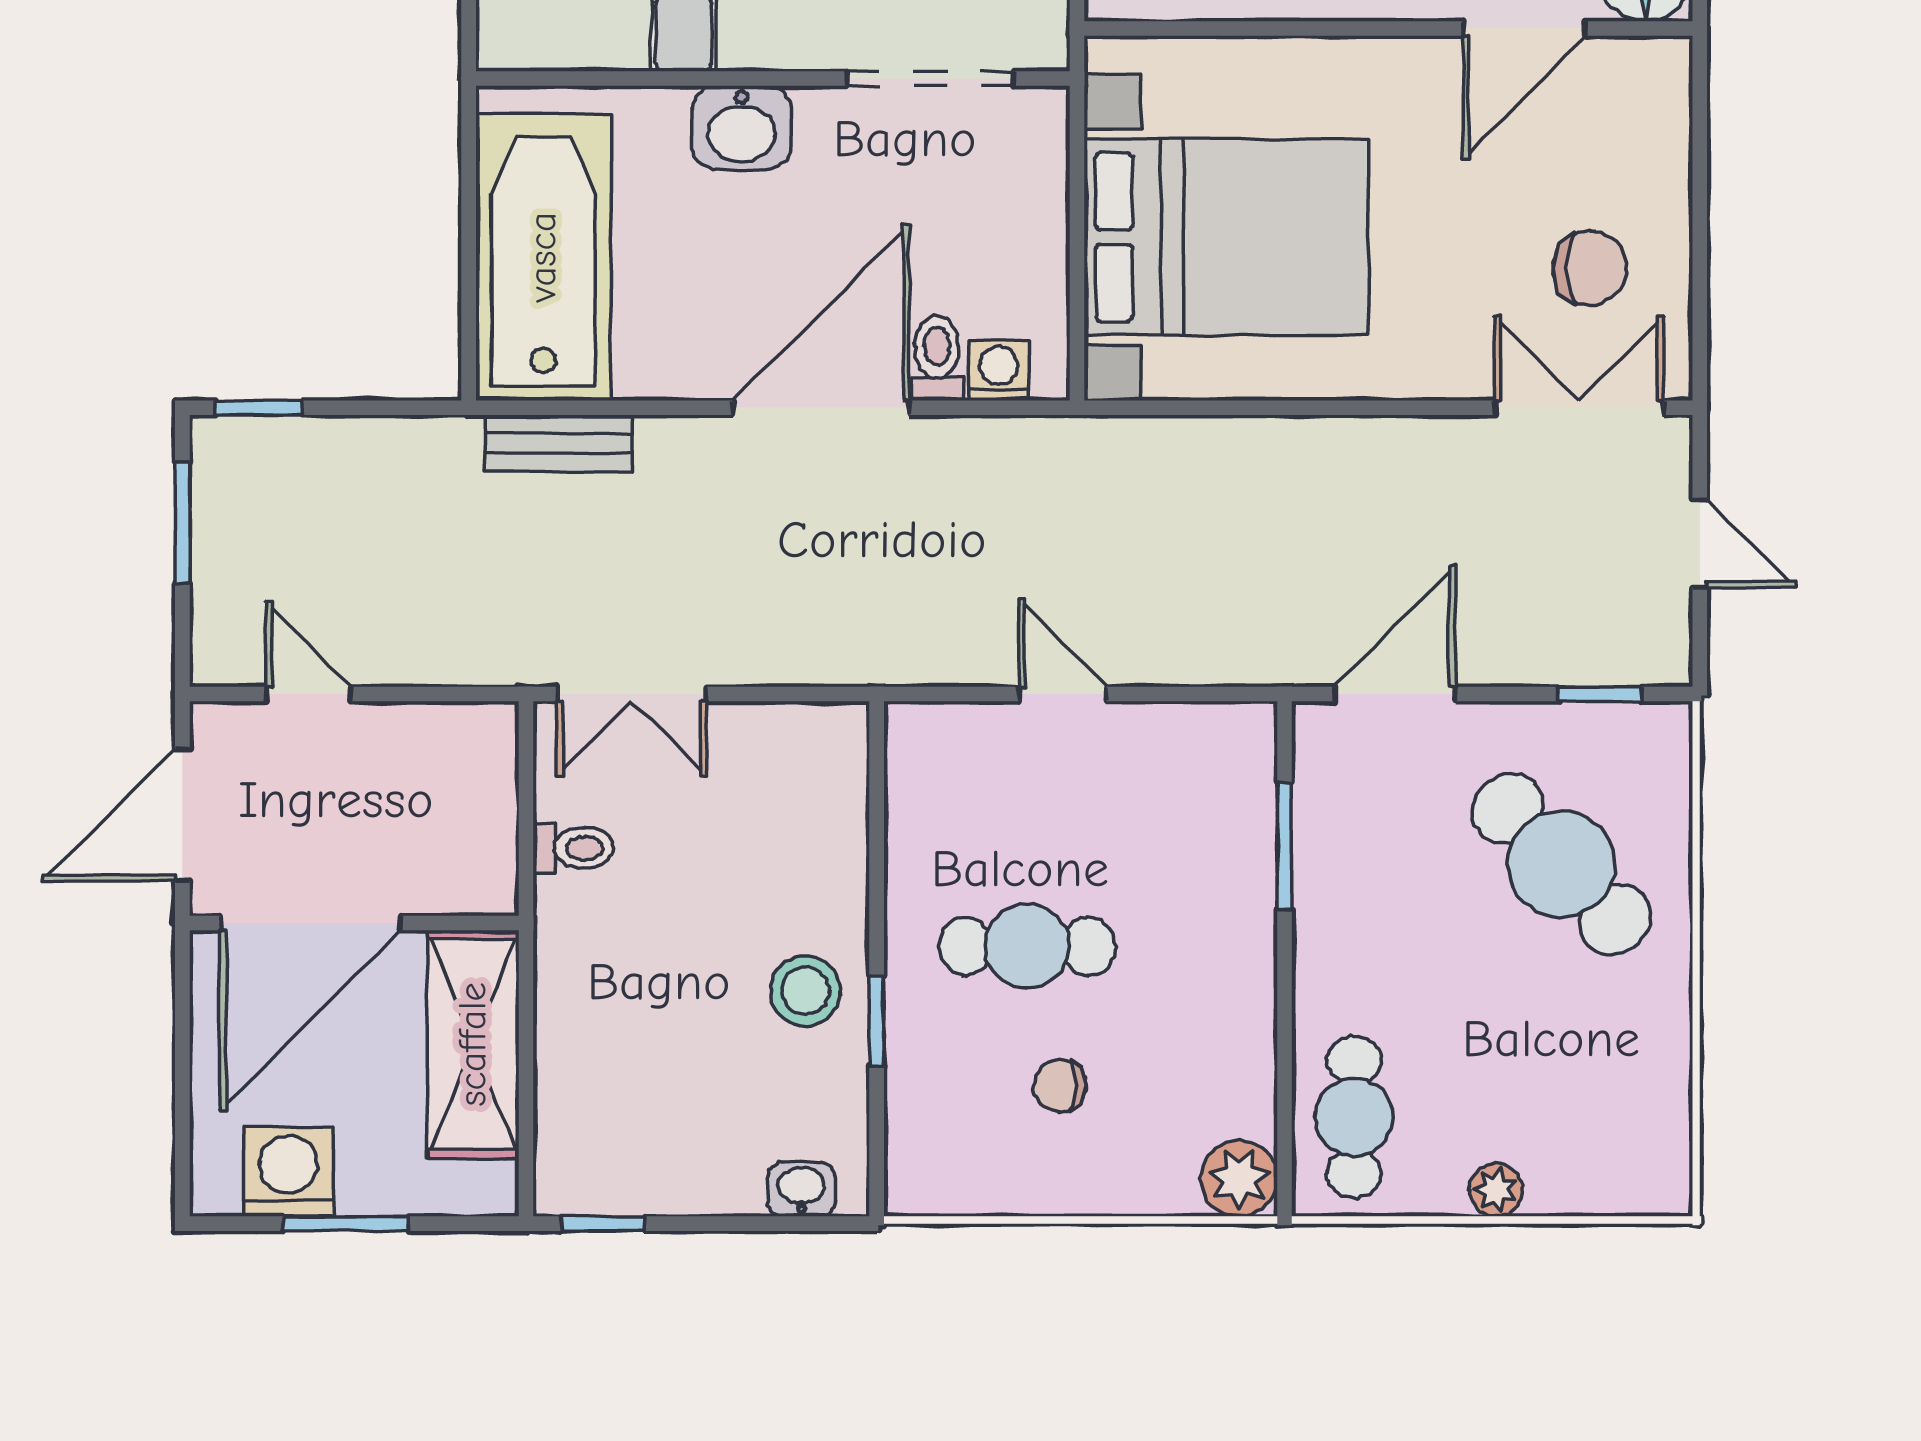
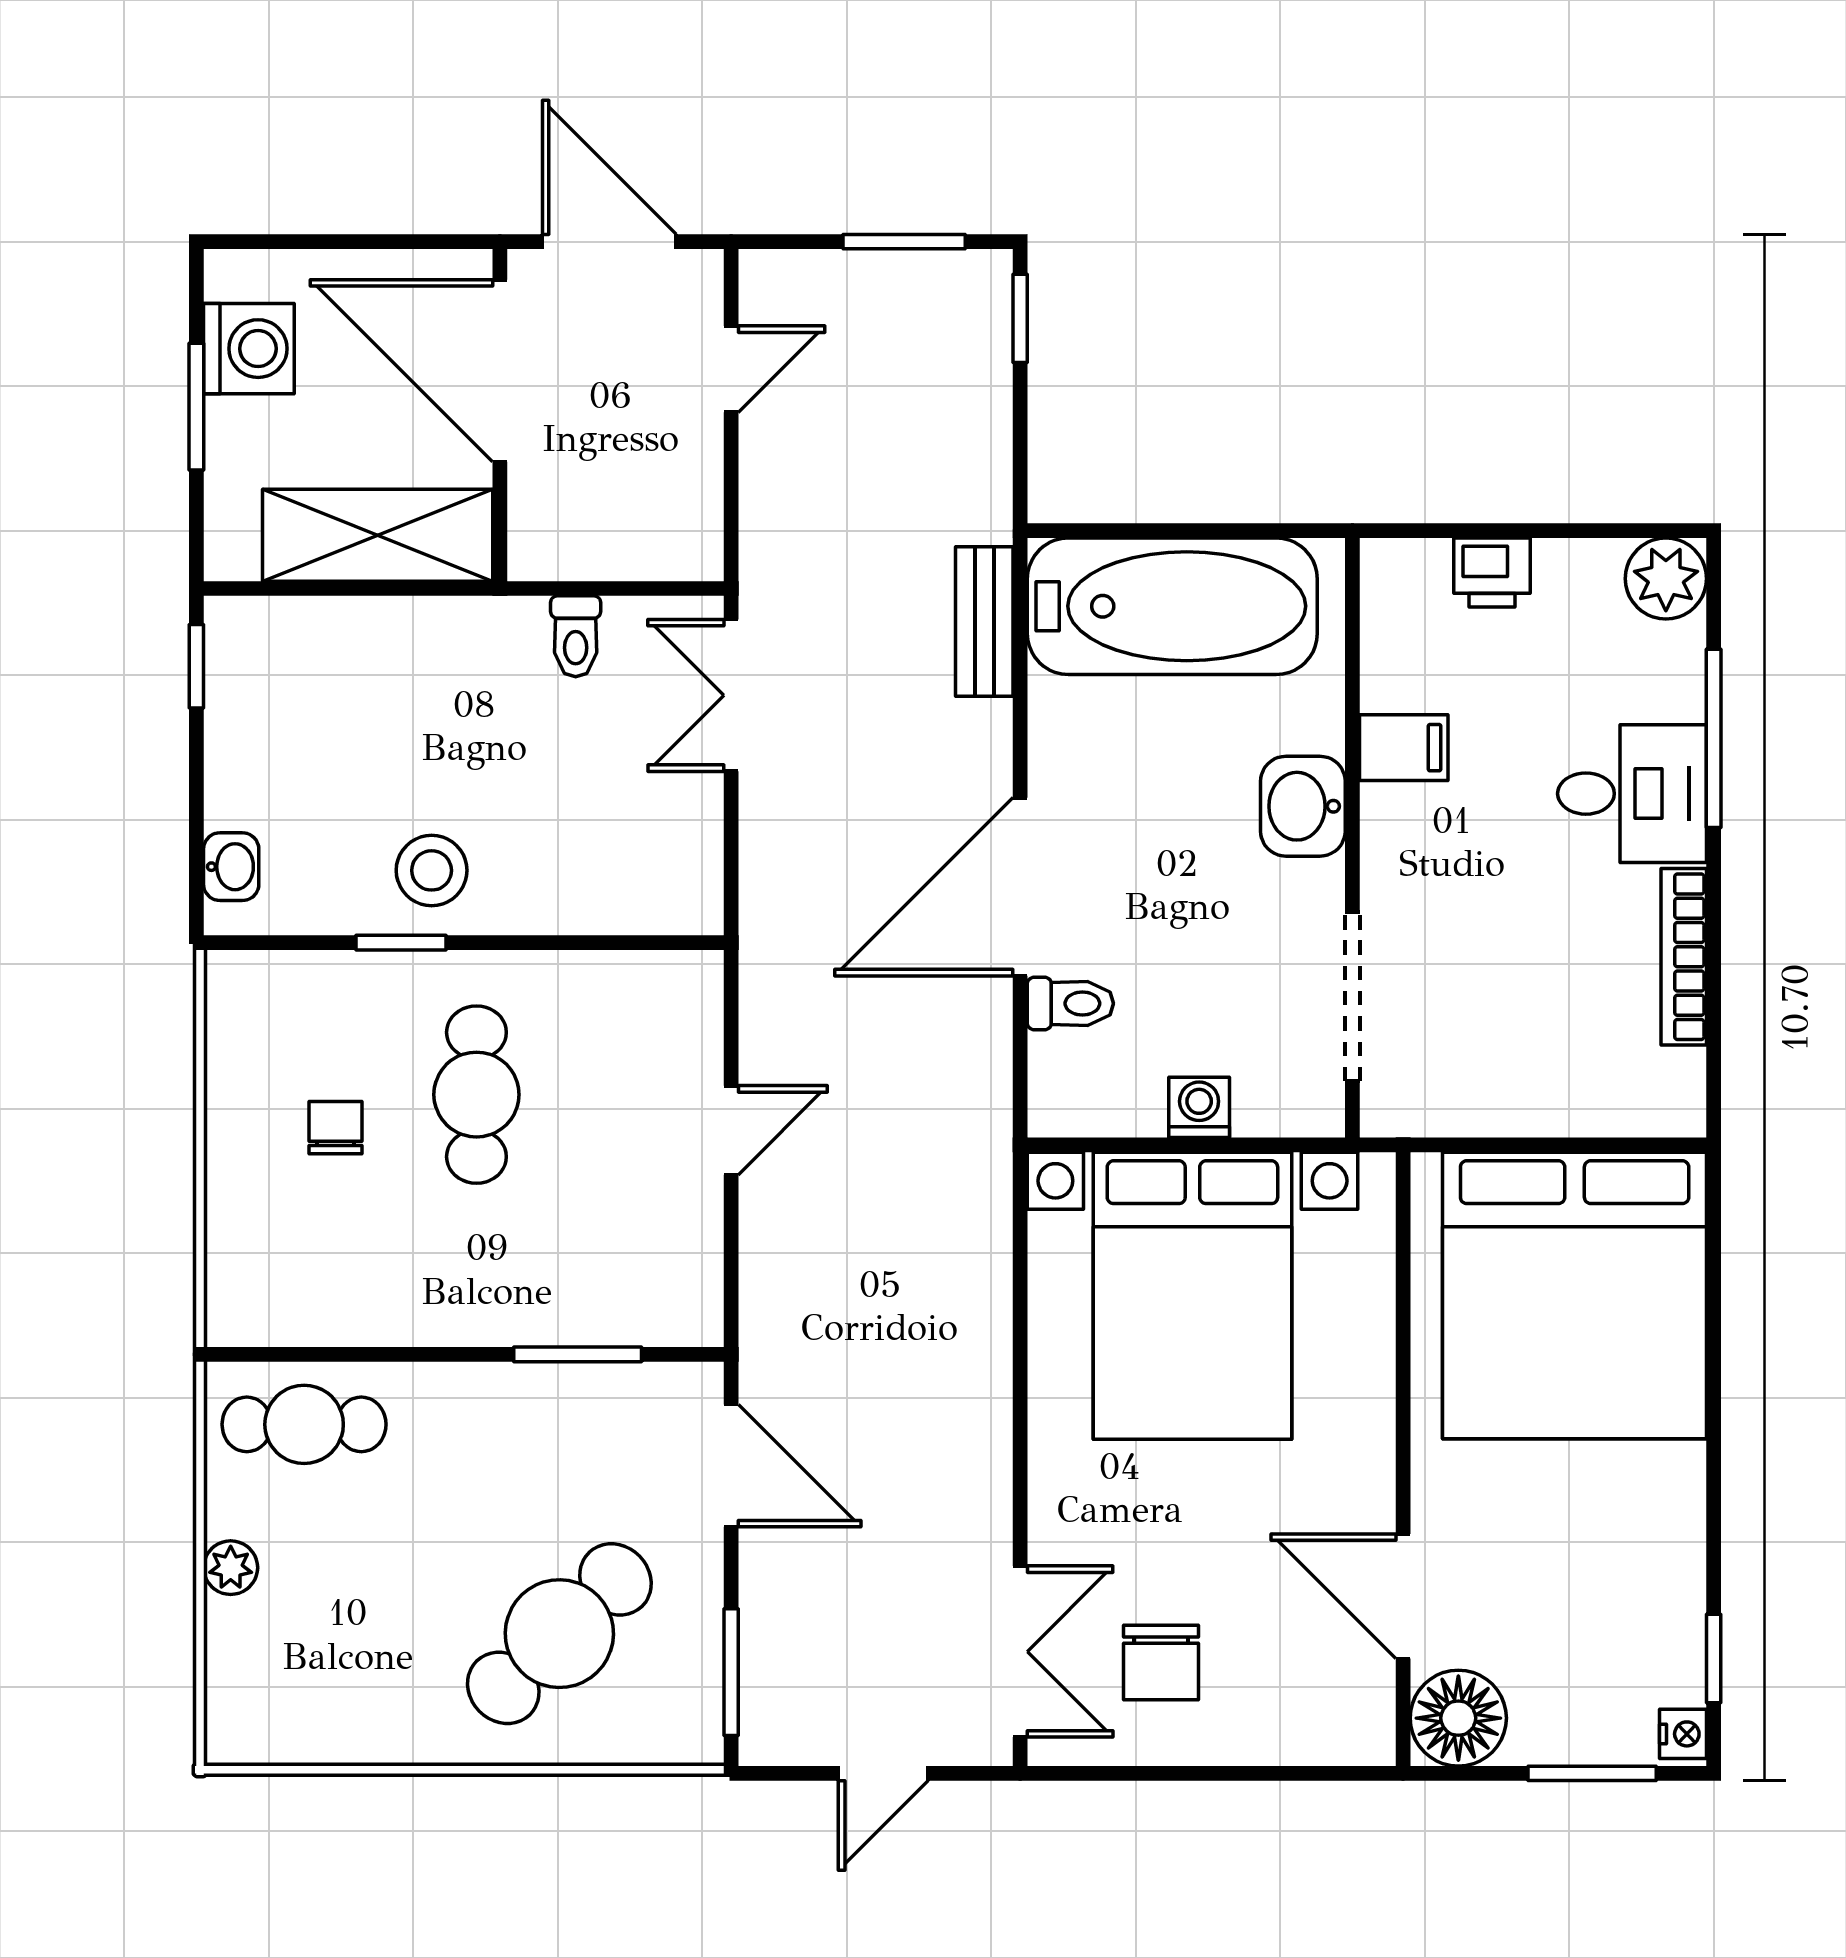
washing machine: (999, 371) -> (1199, 1107), moved, turned -90
door: (821, 408) -> (1020, 887), swing flipped
window: (1599, 694) -> (731, 1672), width x1.50
plant: (1239, 1178) -> (242, 1308), removed

